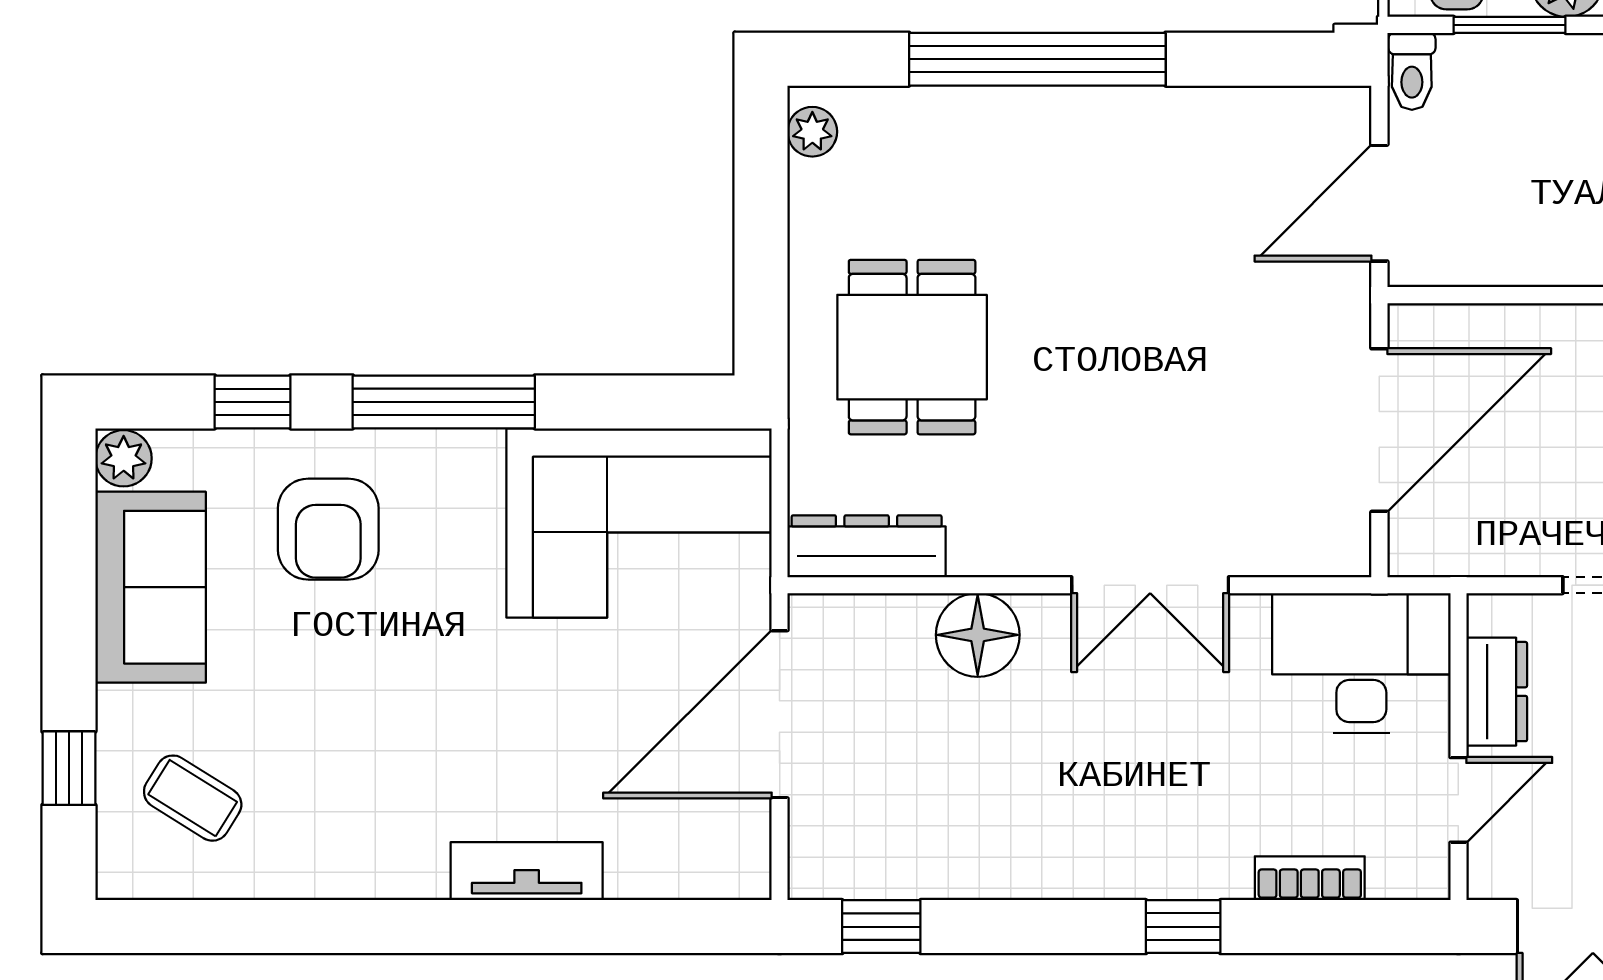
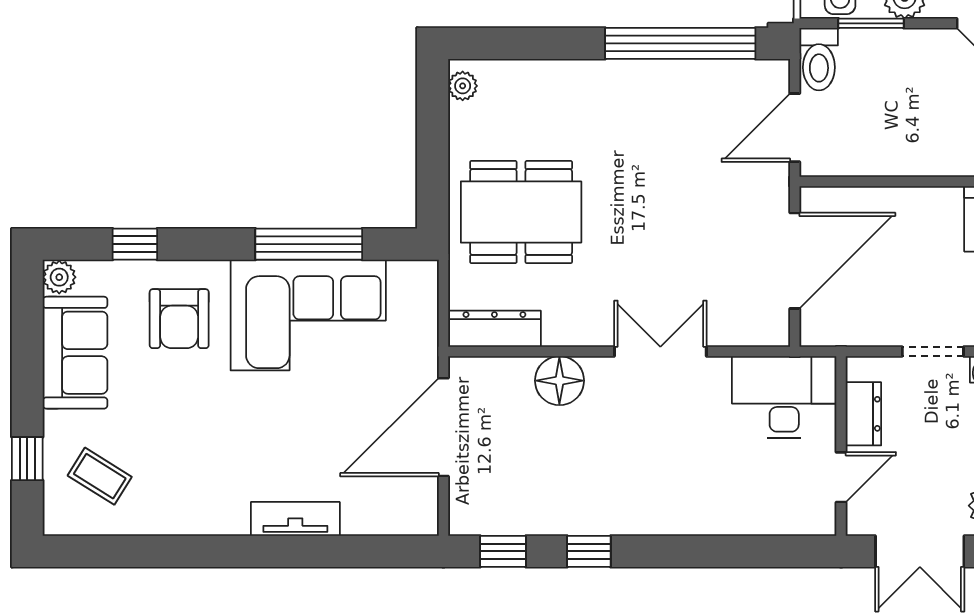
window: (1037, 59) -> (680, 43), moved
toilet: (1412, 71) -> (819, 59), width x1.37, depth x1.39
dining table: (912, 347) -> (521, 212), width x1.38
window: (444, 402) -> (309, 244), moved
corner sofa: (639, 523) -> (308, 315), moved
double door: (1150, 585) -> (660, 351), swing flipped
bookcase: (1310, 878) -> (754, 523), removed
window: (1183, 927) -> (589, 551), moved

